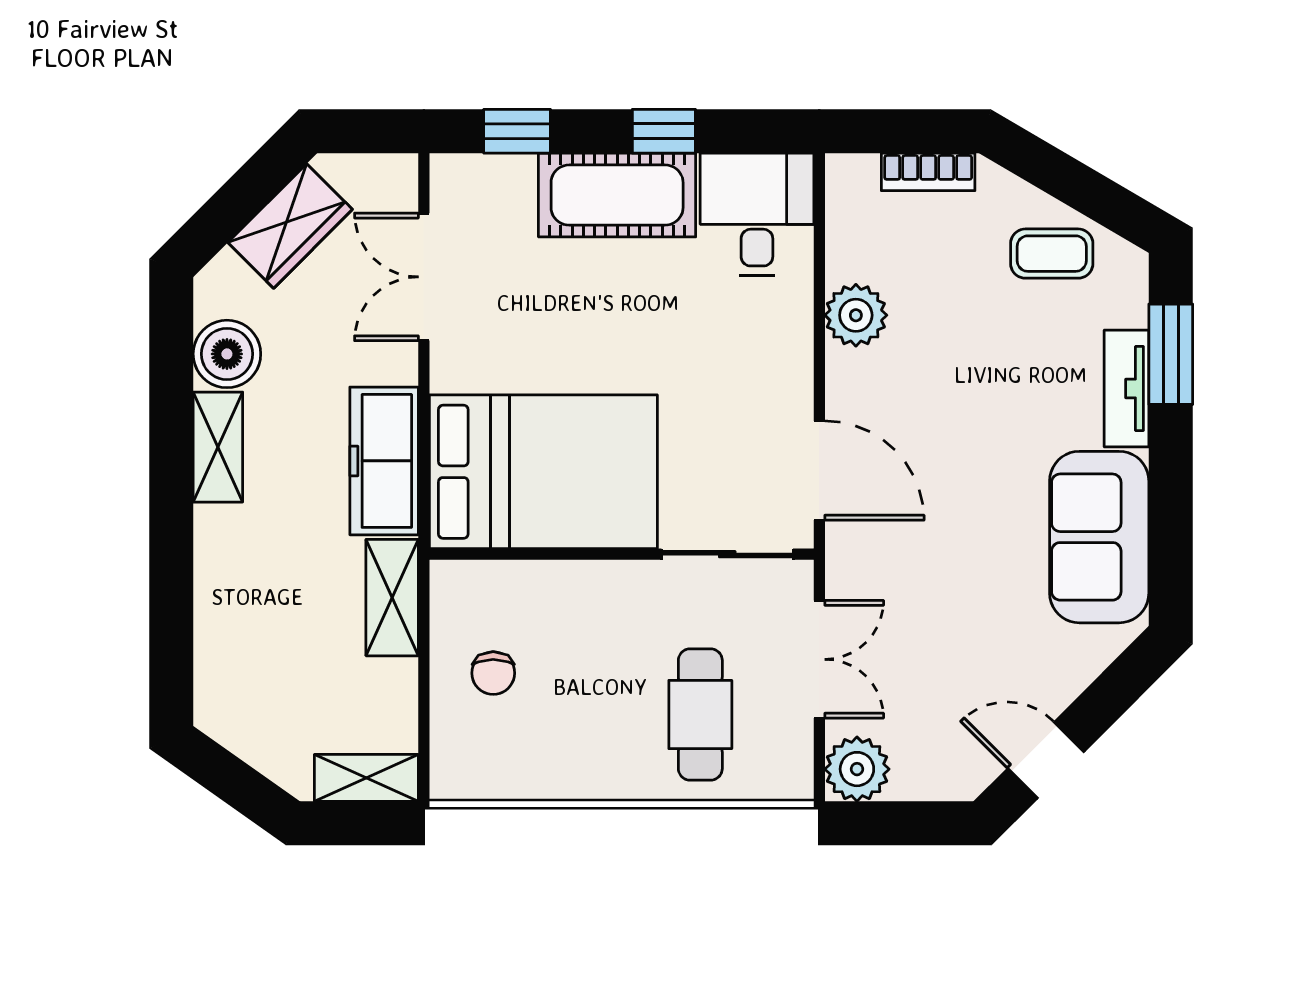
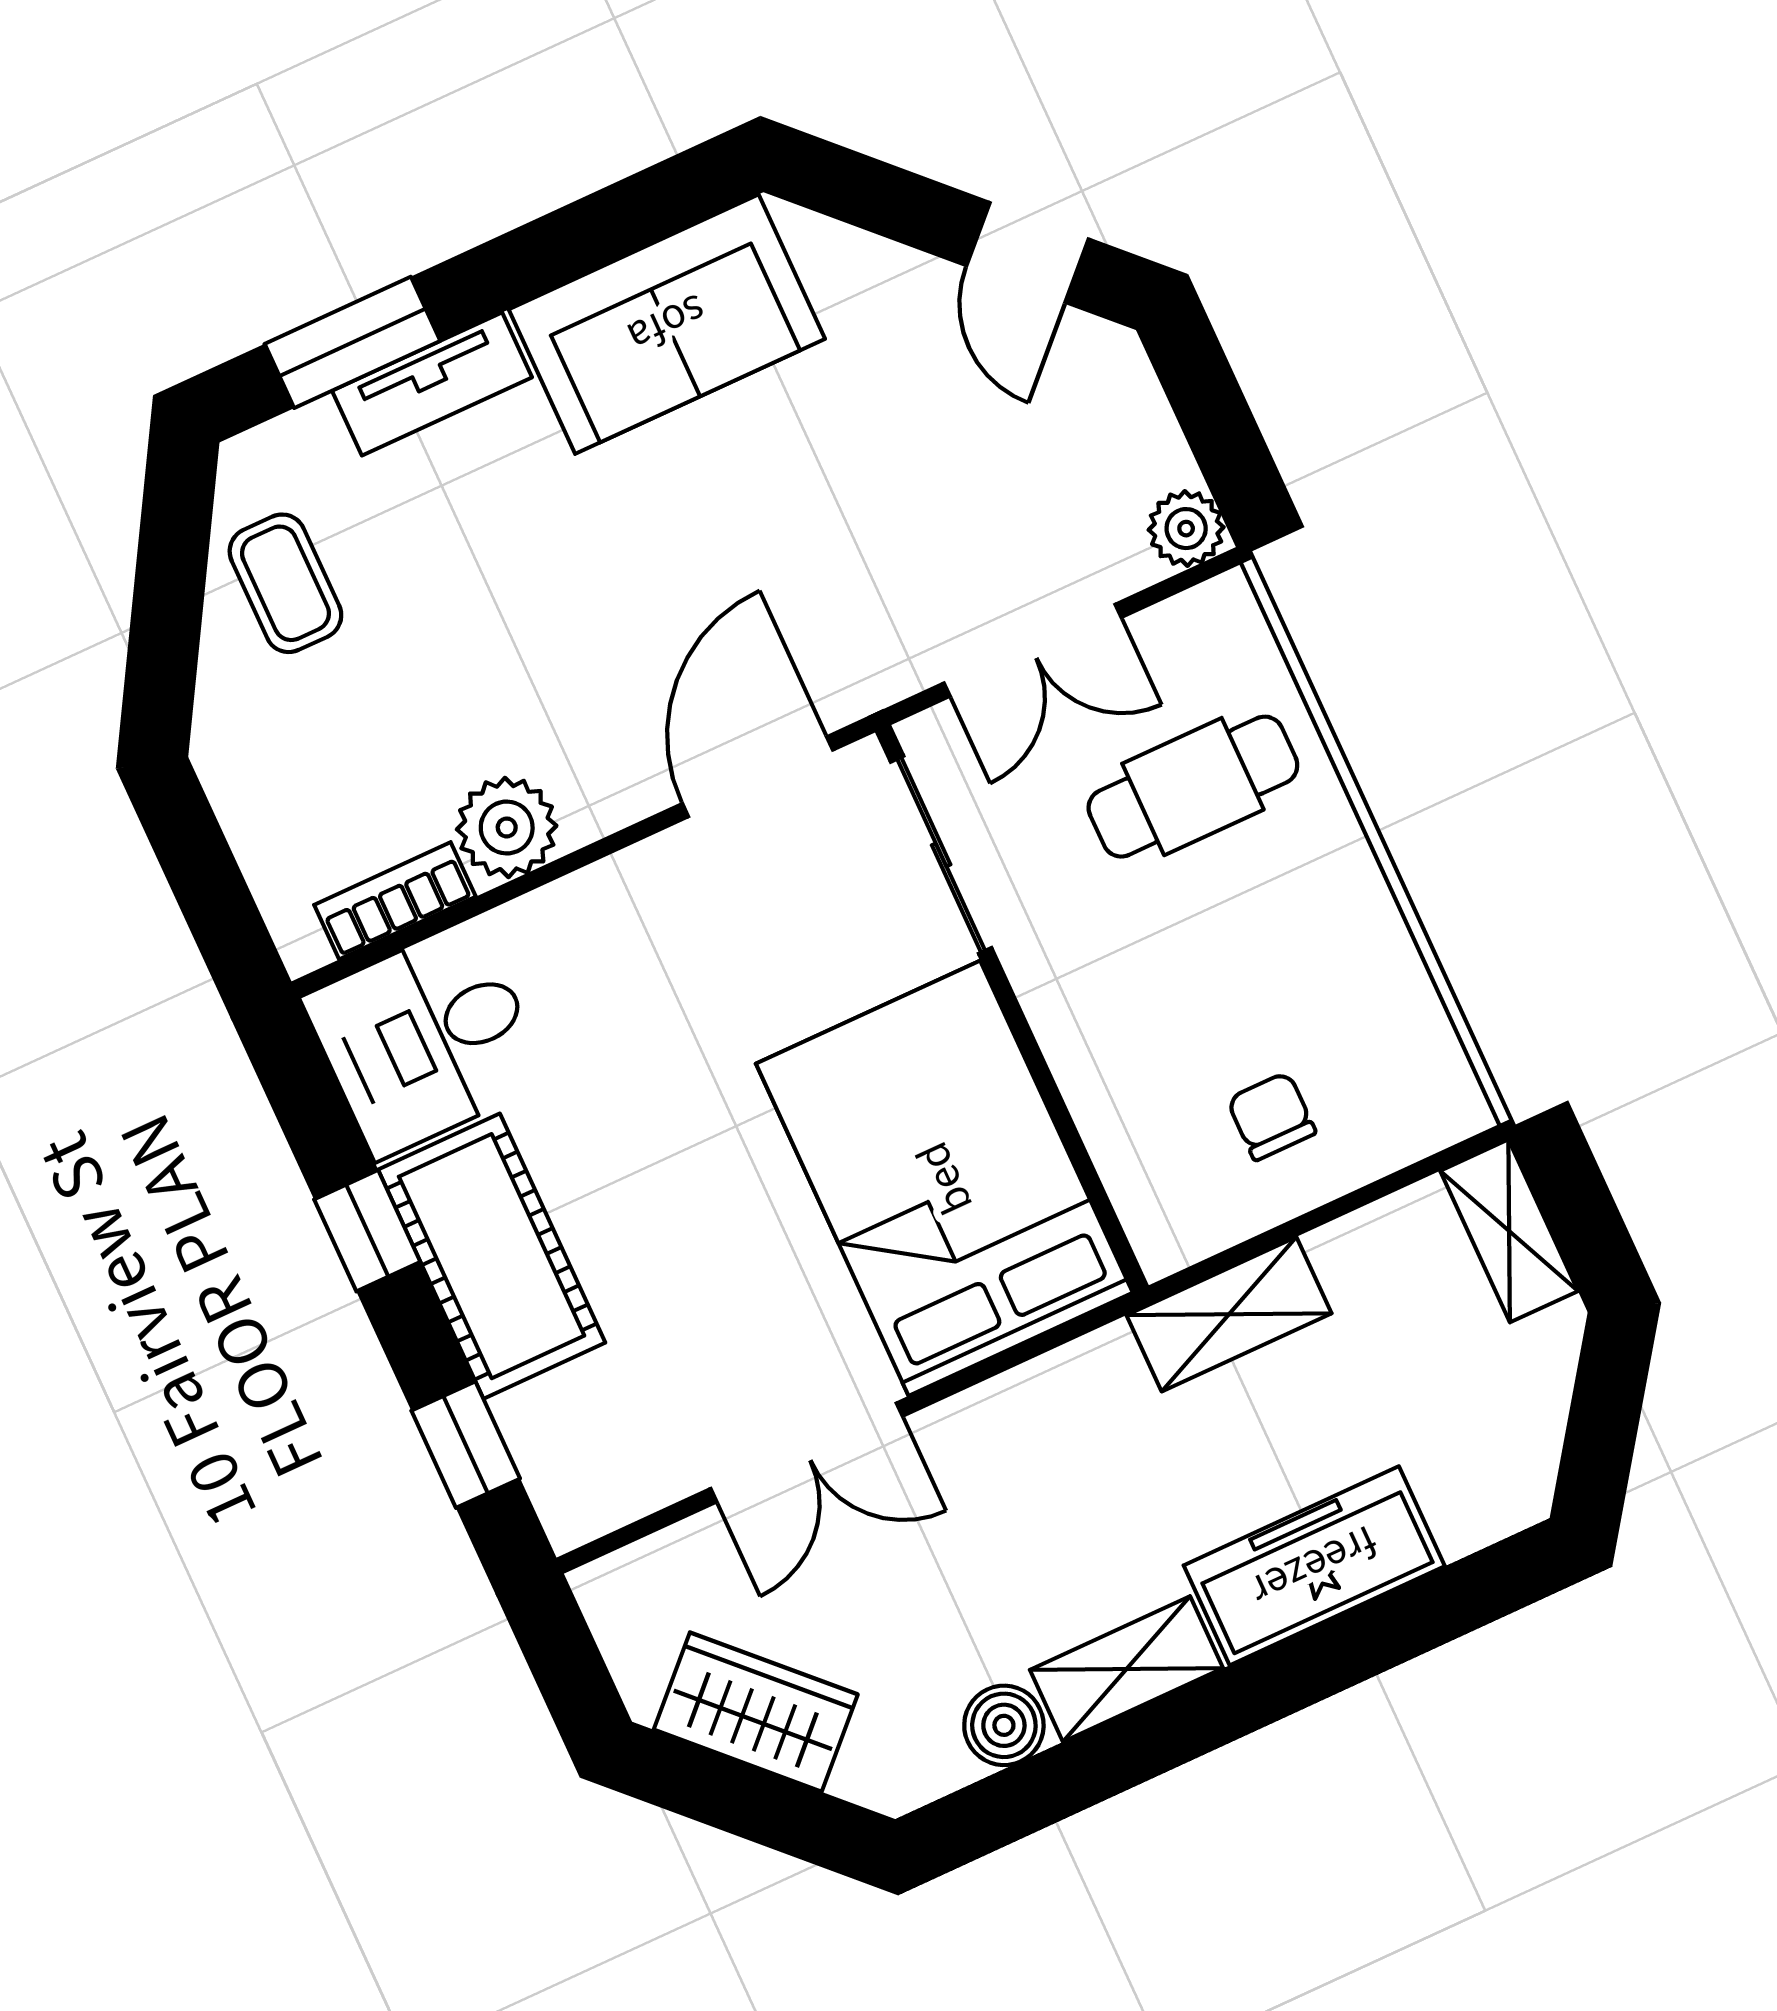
bookcase: (928, 172) -> (395, 901), moved, turned -90
double door: (424, 277) -> (807, 1452), moved
boiler: (227, 354) -> (1004, 1725), width x0.73, depth x0.73
freezer: (384, 461) -> (1314, 1566), moved, turned 180
double door: (819, 659) -> (1033, 650), swing flipped
chair: (493, 673) -> (1271, 1116), turned -90
plant: (857, 769) -> (1186, 529), width x0.73, depth x0.73

